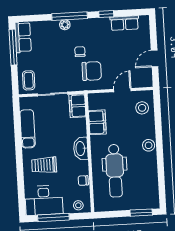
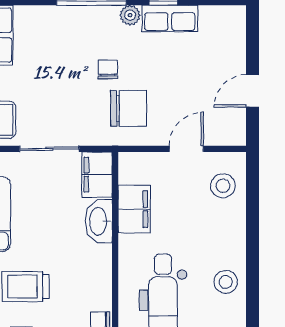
row of seats: (125, 23) -> (170, 18), moved
plant: (65, 25) -> (130, 15), moved
stool: (149, 145) -> (226, 282), moved
washbasin: (81, 148) -> (99, 221), moved

